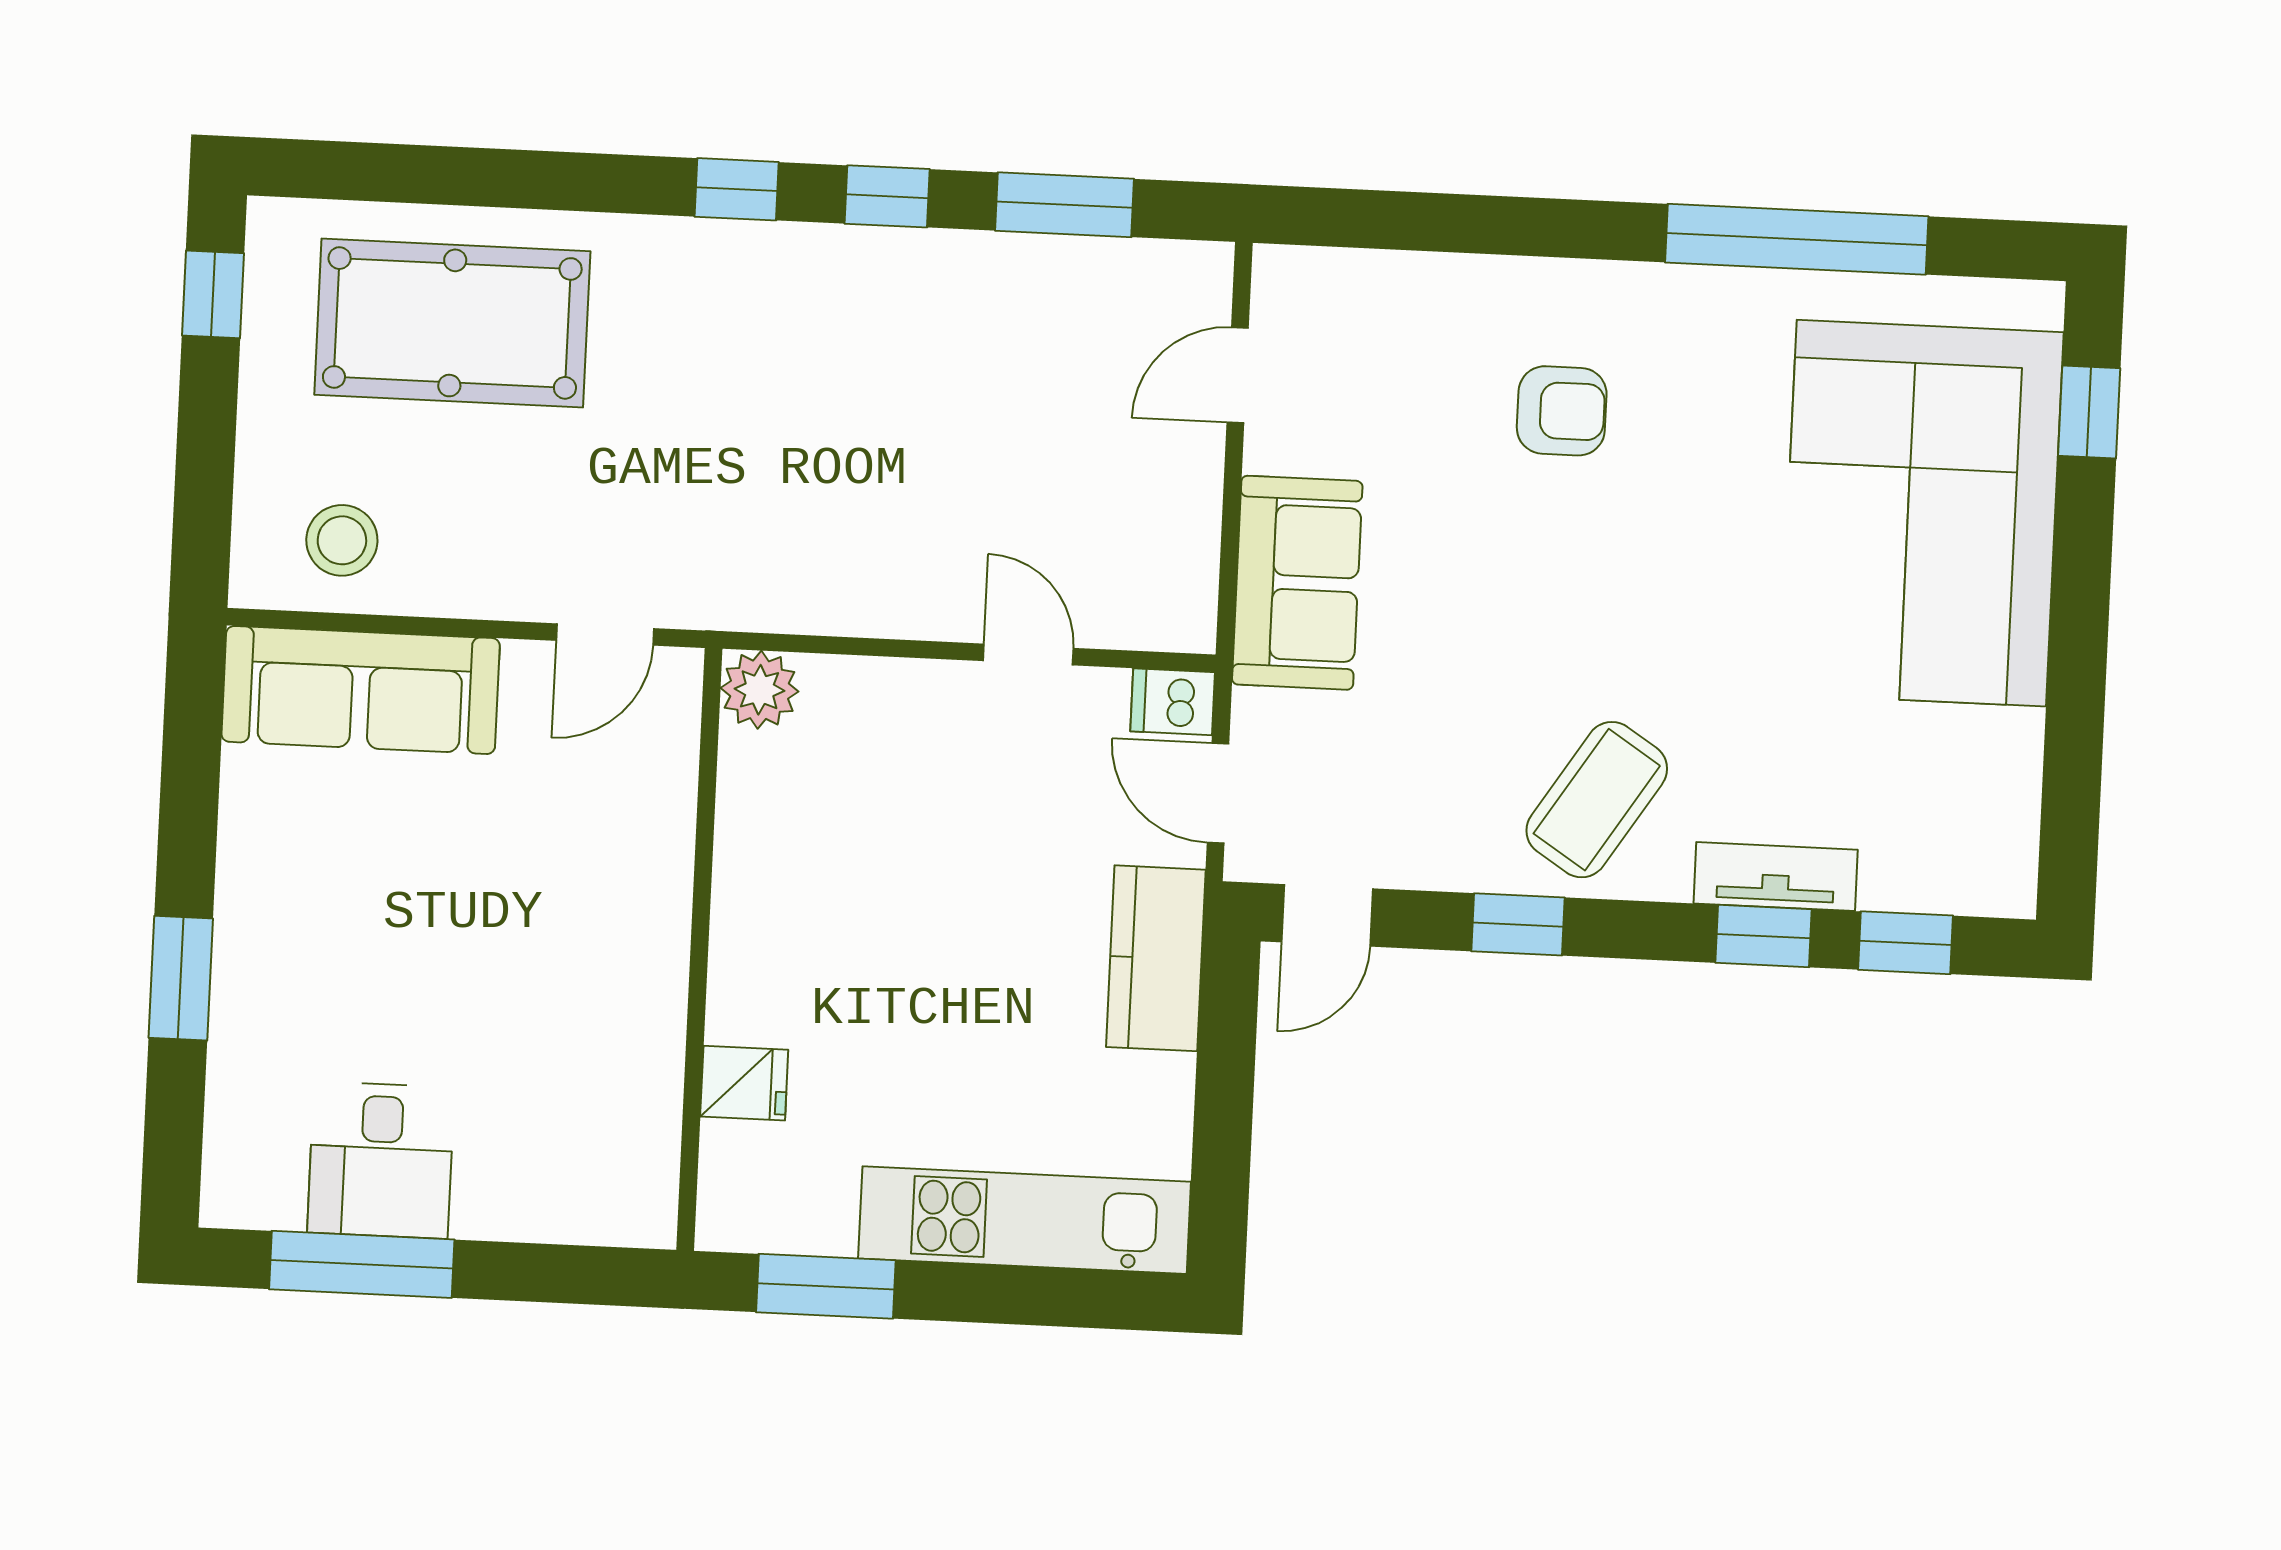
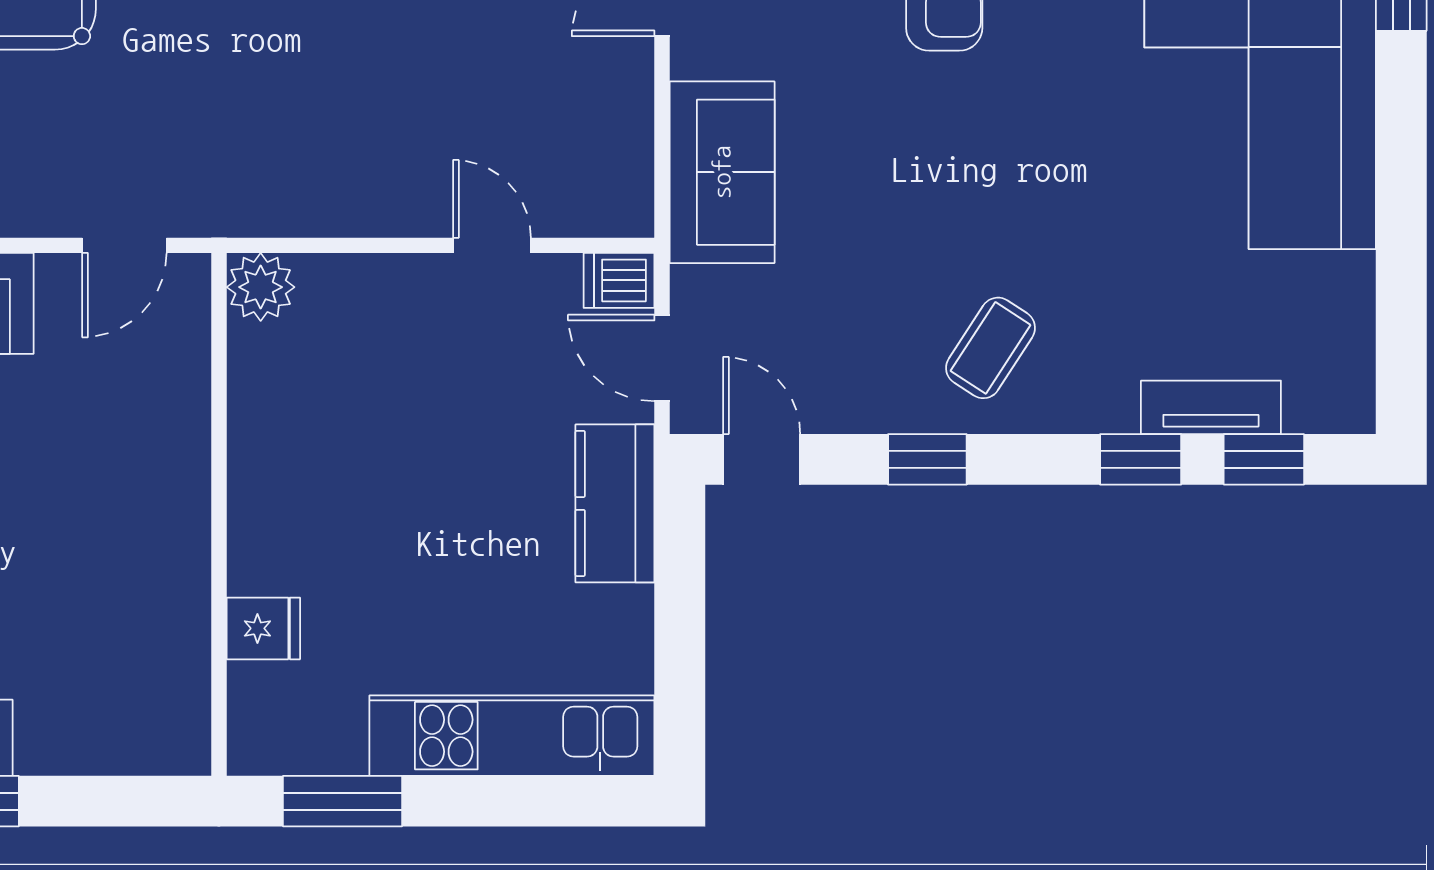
coffee table: (1597, 800) -> (991, 348), width x0.73, depth x0.77
tv unit: (1776, 877) -> (1211, 407), moved
door: (1327, 915) -> (762, 459), swing flipped

